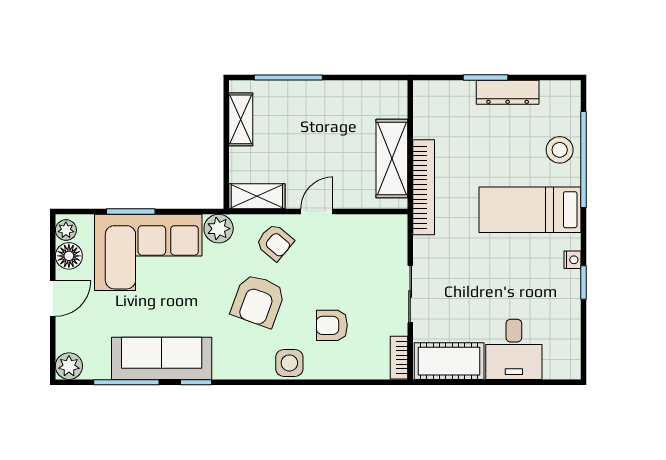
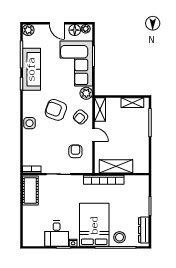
dresser: (508, 92) -> (144, 230), moved
bed: (530, 210) -> (94, 225), width x1.50
armchair: (332, 325) -> (75, 151), moved
desk: (514, 349) -> (57, 233), moved, turned -90

